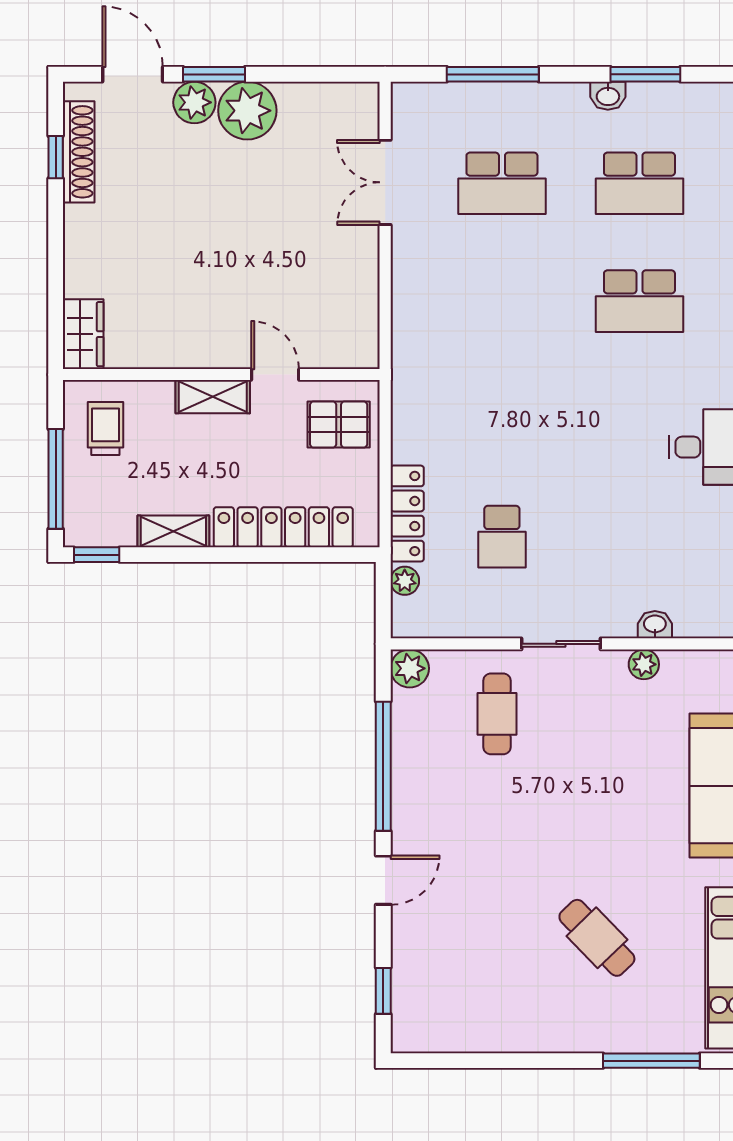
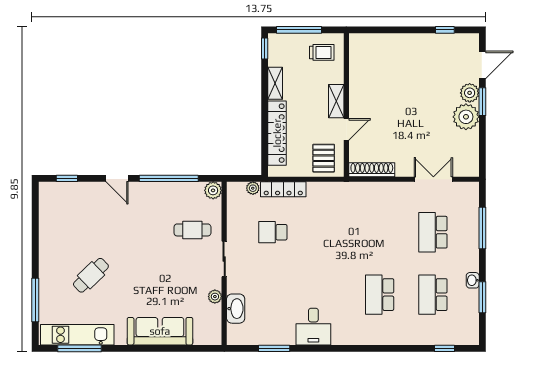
shoe rack: (79, 152) -> (372, 170), moved, turned 180
wardrobe: (83, 334) -> (365, 42), removed
washbasin: (655, 625) -> (236, 309), width x1.91, depth x1.45

